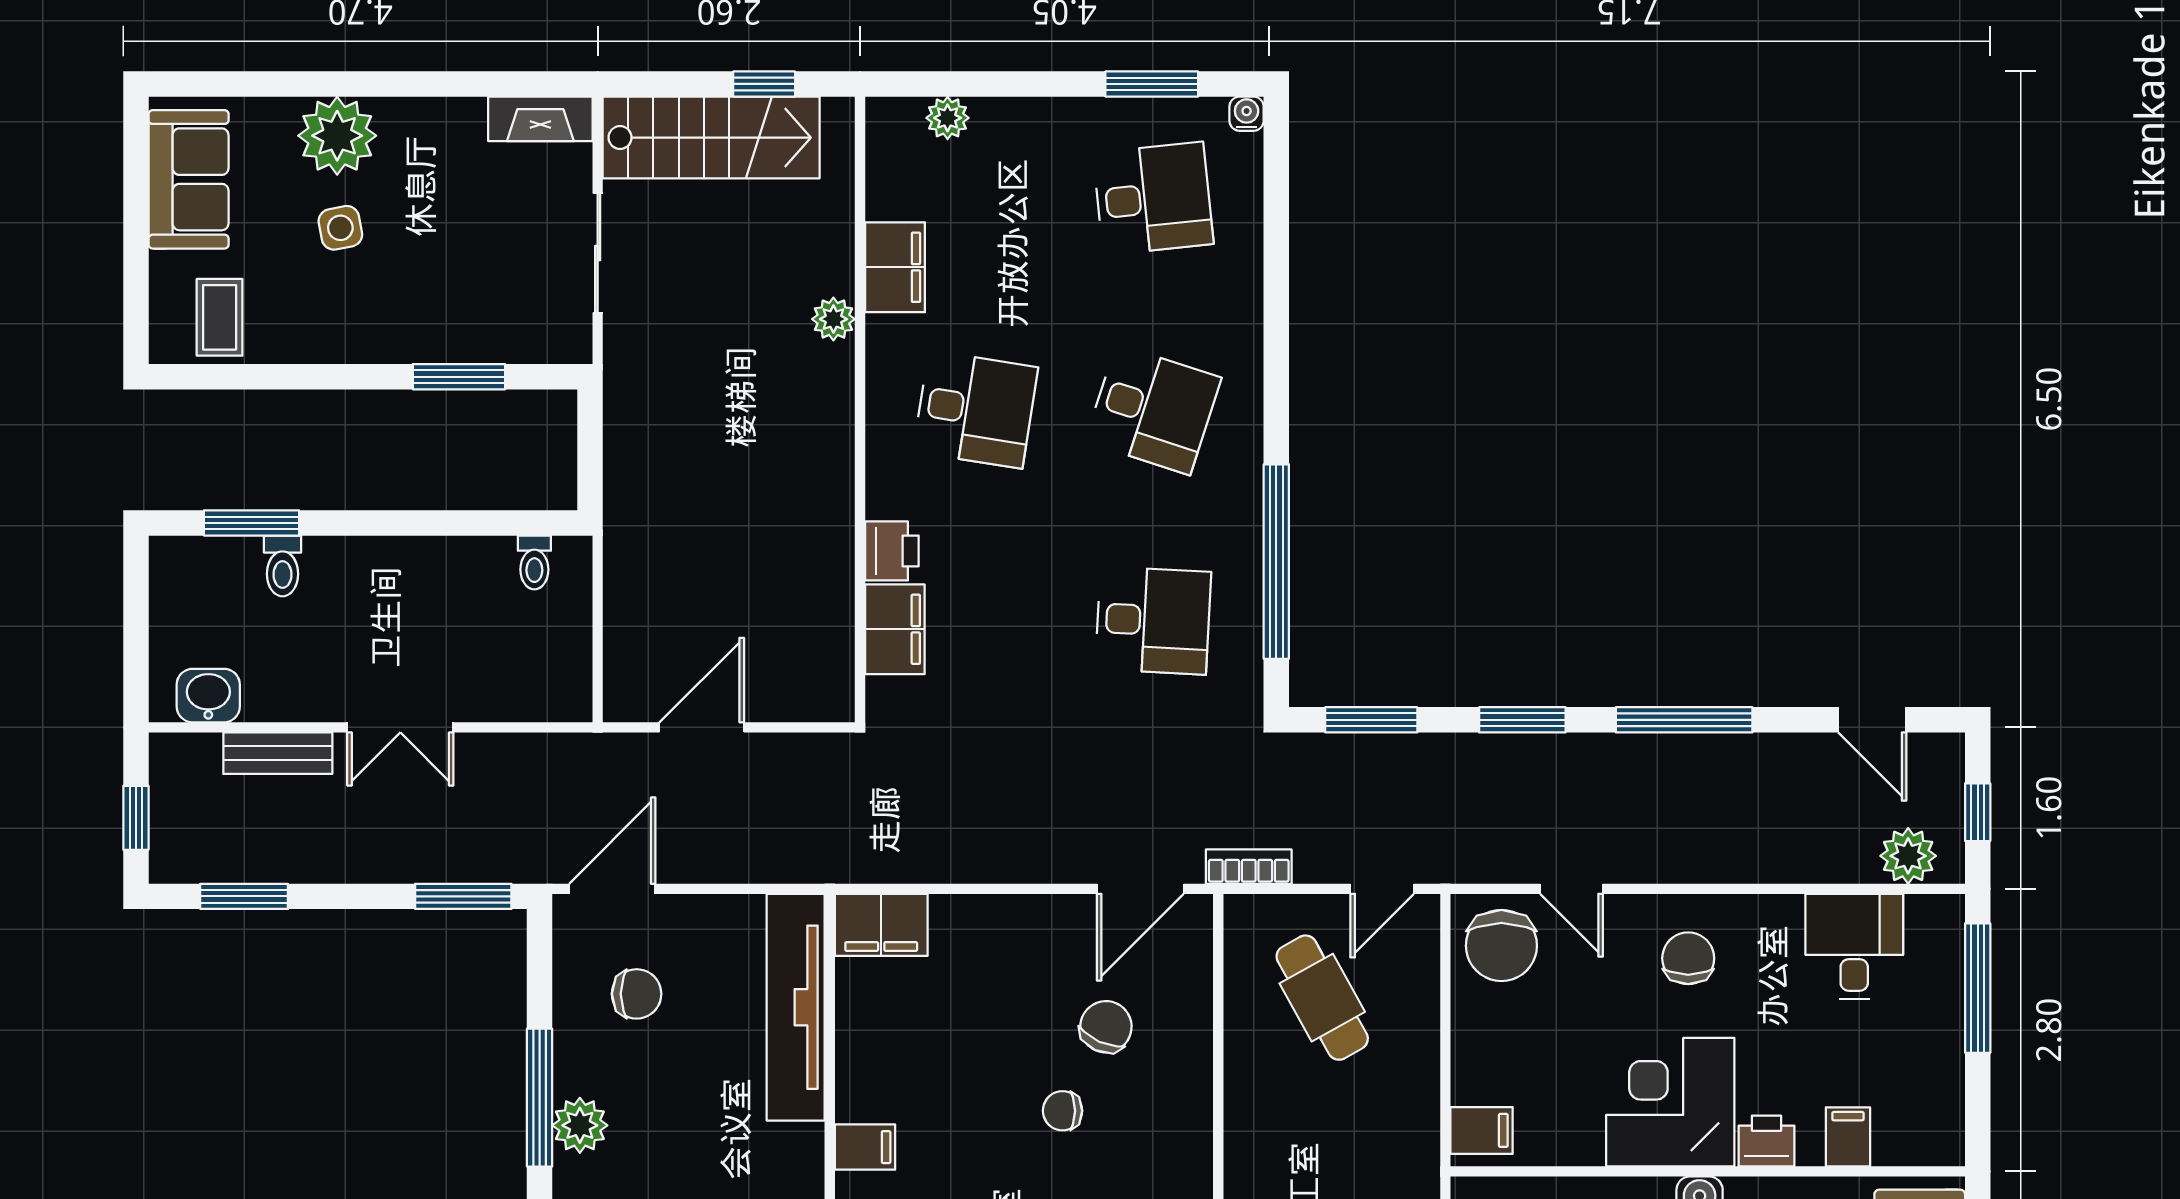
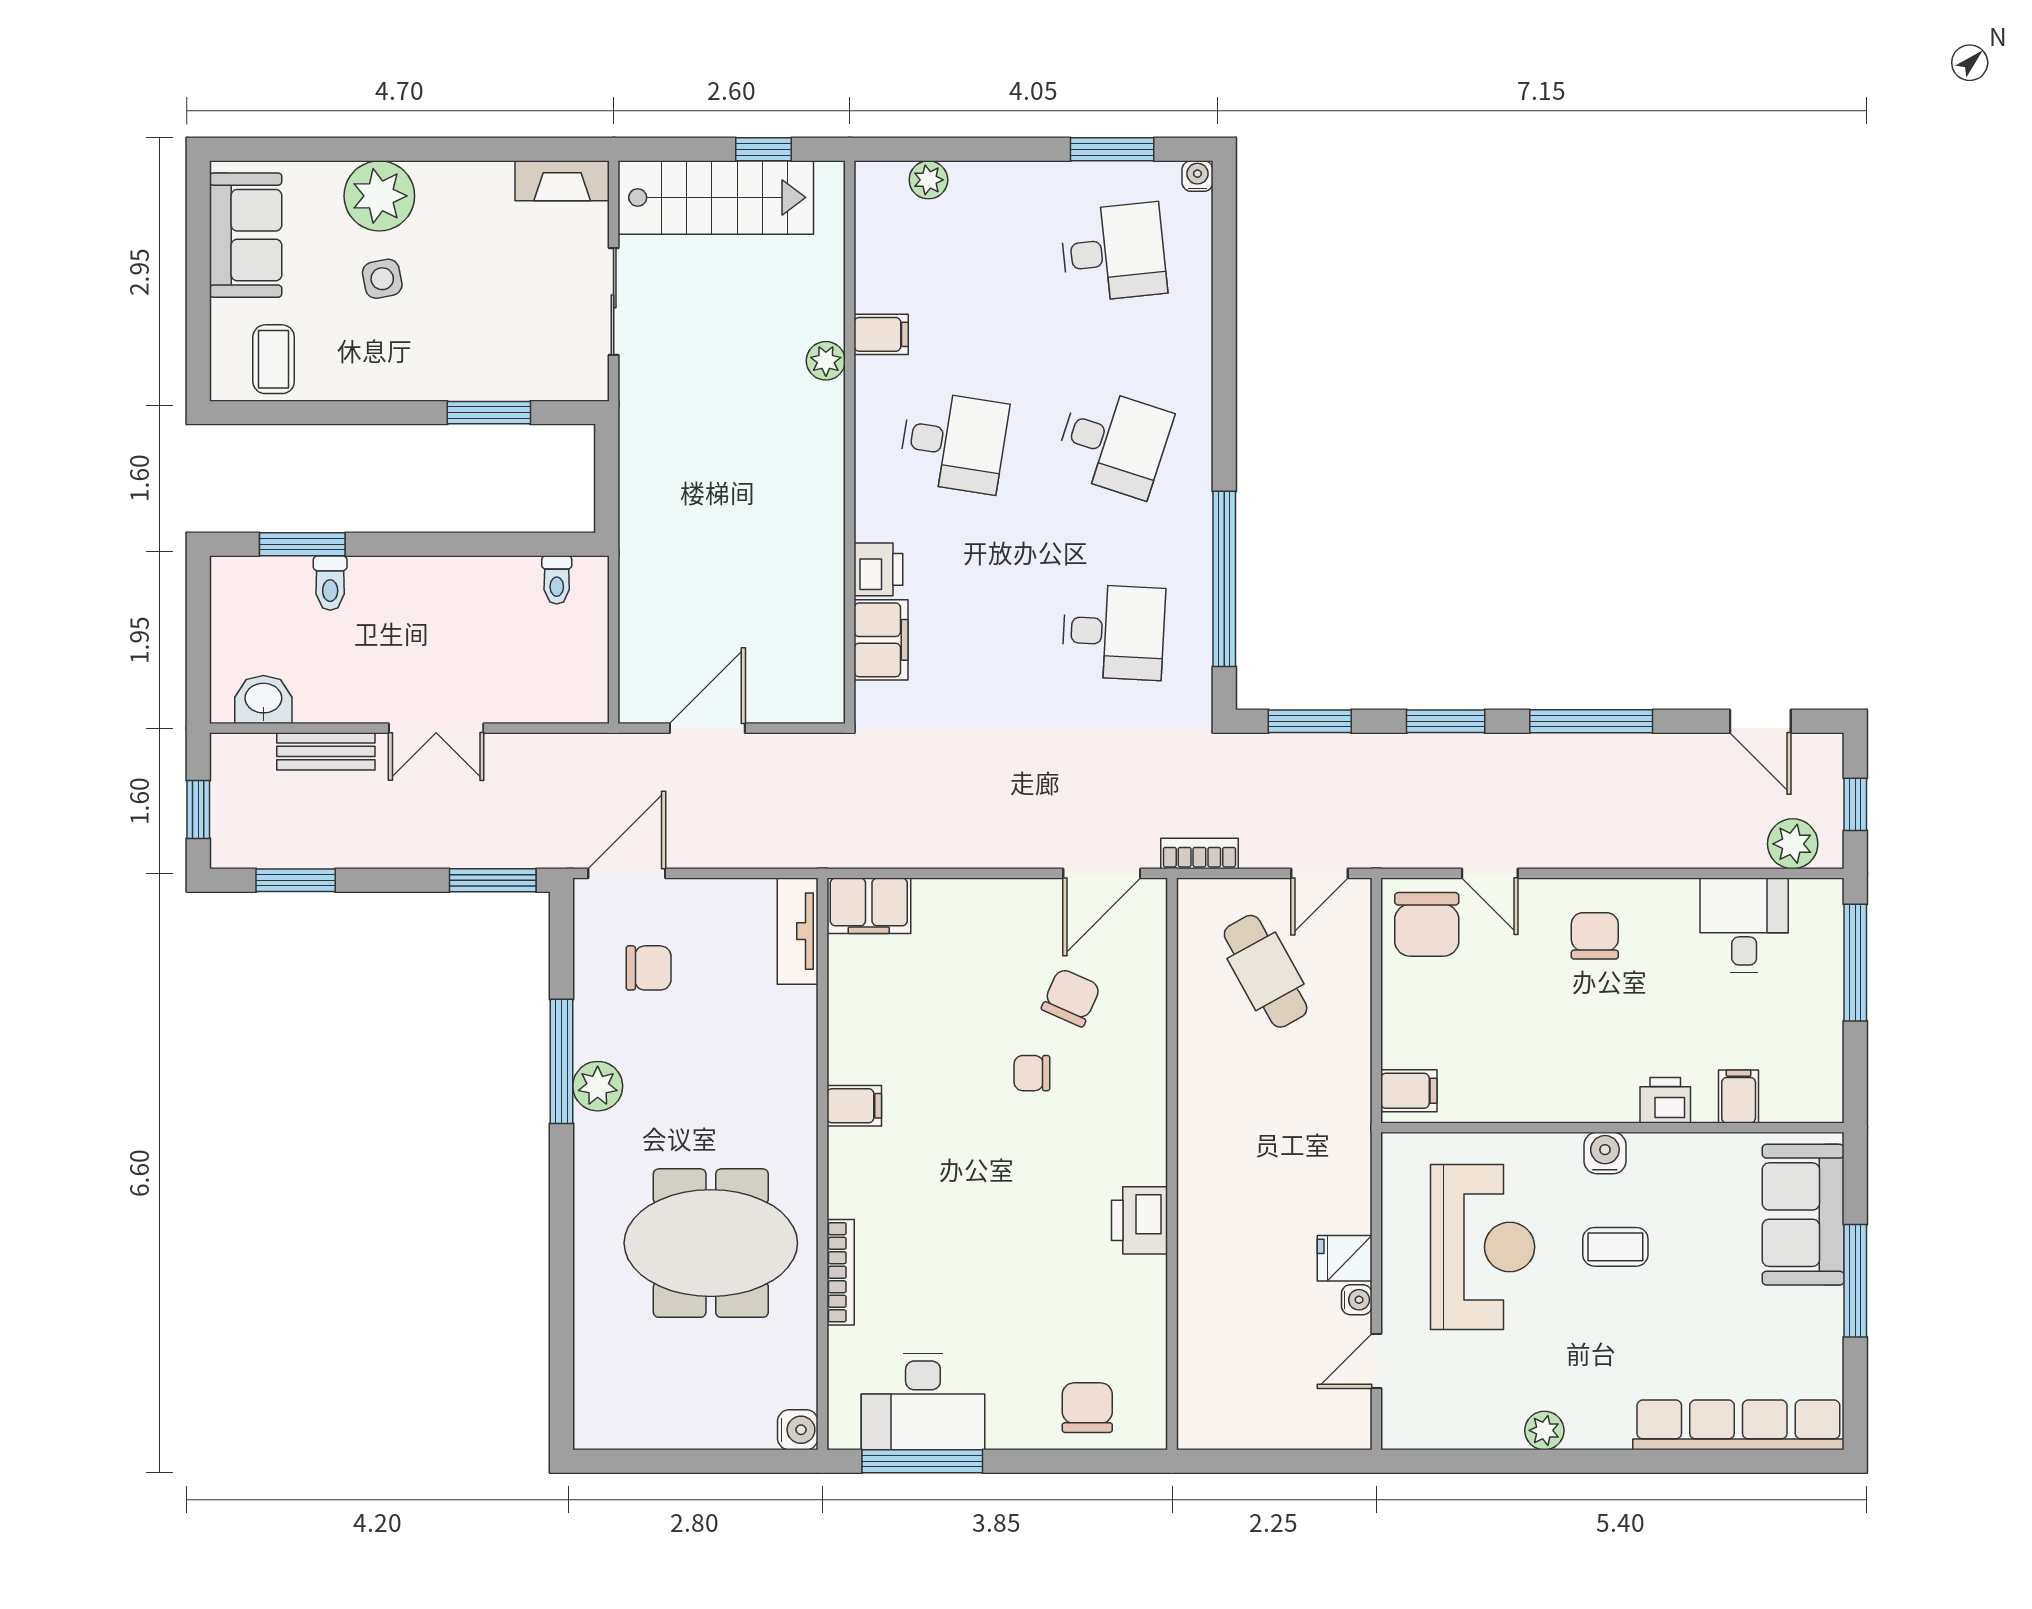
filing cabinet: (895, 267) -> (881, 334), width x0.50
tv unit: (796, 1007) -> (798, 931), width x0.52, depth x0.78
corner desk: (1670, 1102) -> (1579, 1065), removed

